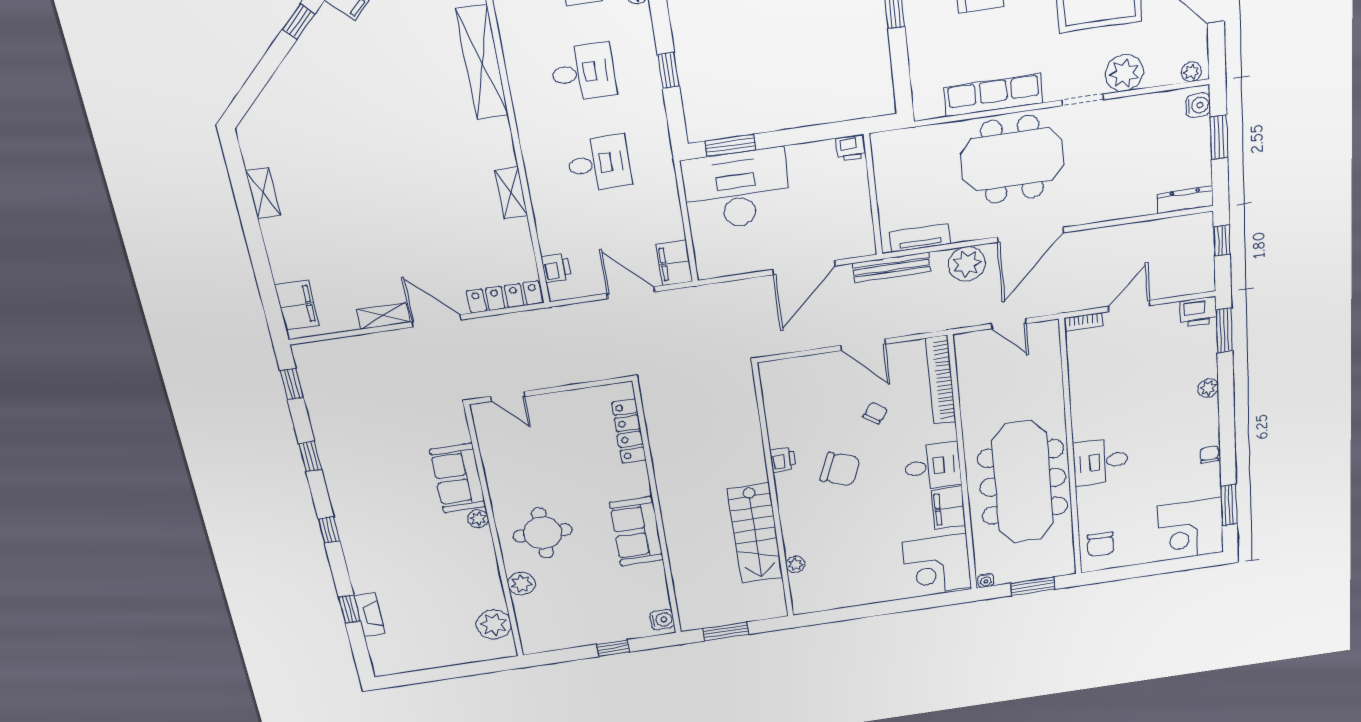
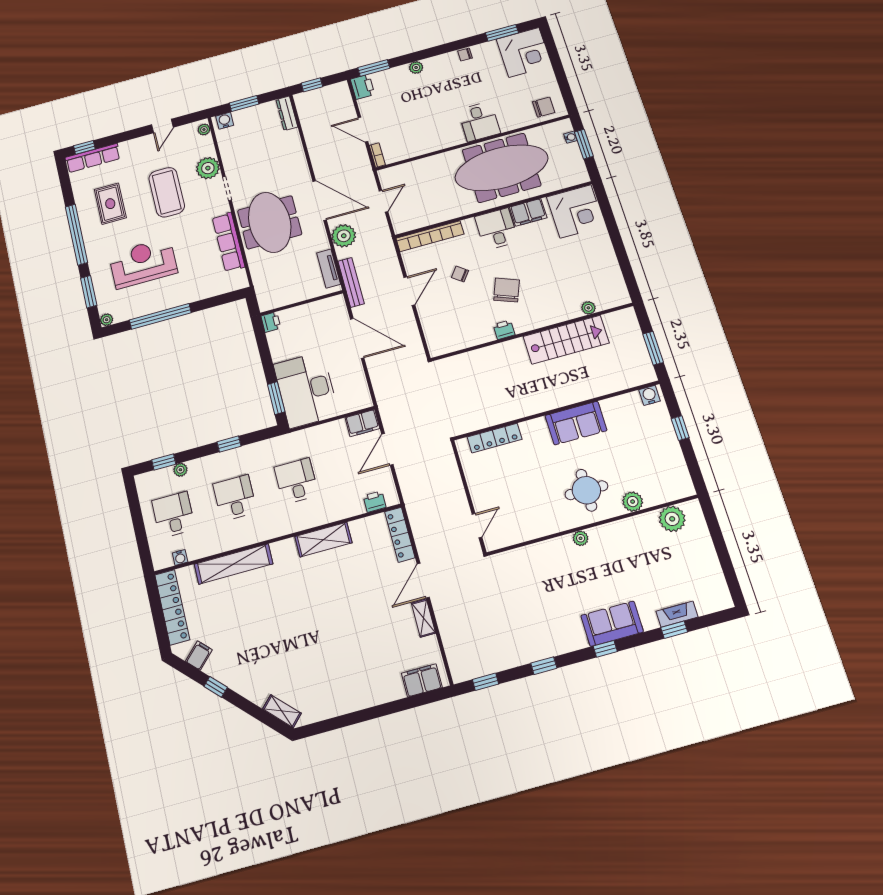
shelving: (263, 193) -> (282, 711), moved, turned 45
shelving: (511, 193) -> (323, 540), width x1.50, depth x1.33
sofa: (458, 478) -> (612, 624), moved, turned 180
water cooler: (986, 580) -> (570, 137), moved

